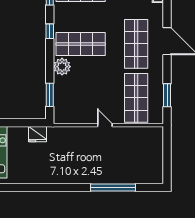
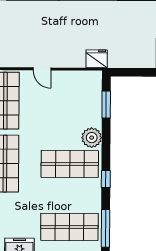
fridge: (37, 134) -> (97, 59), moved

